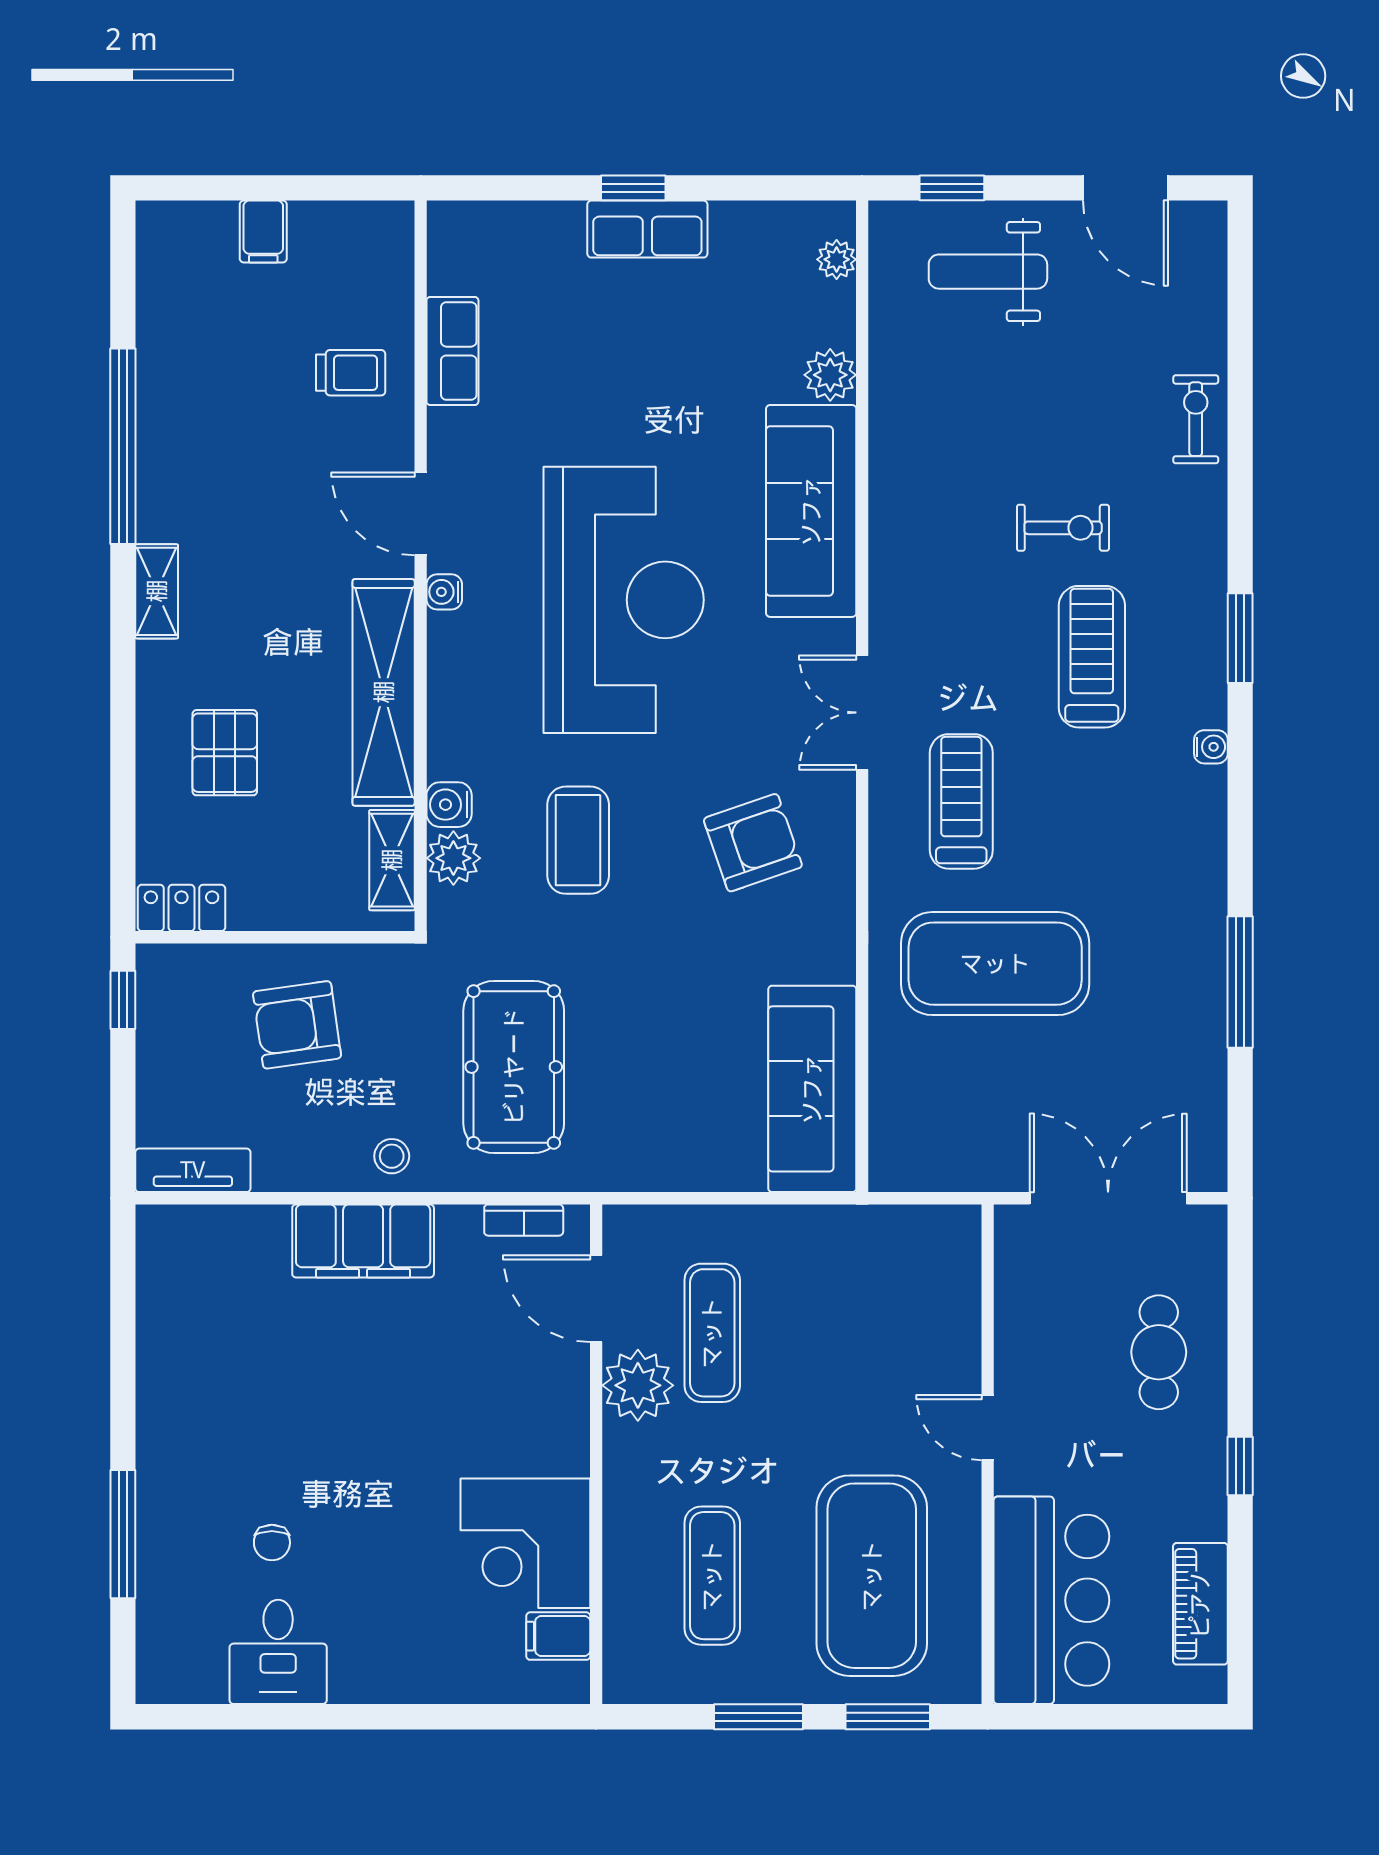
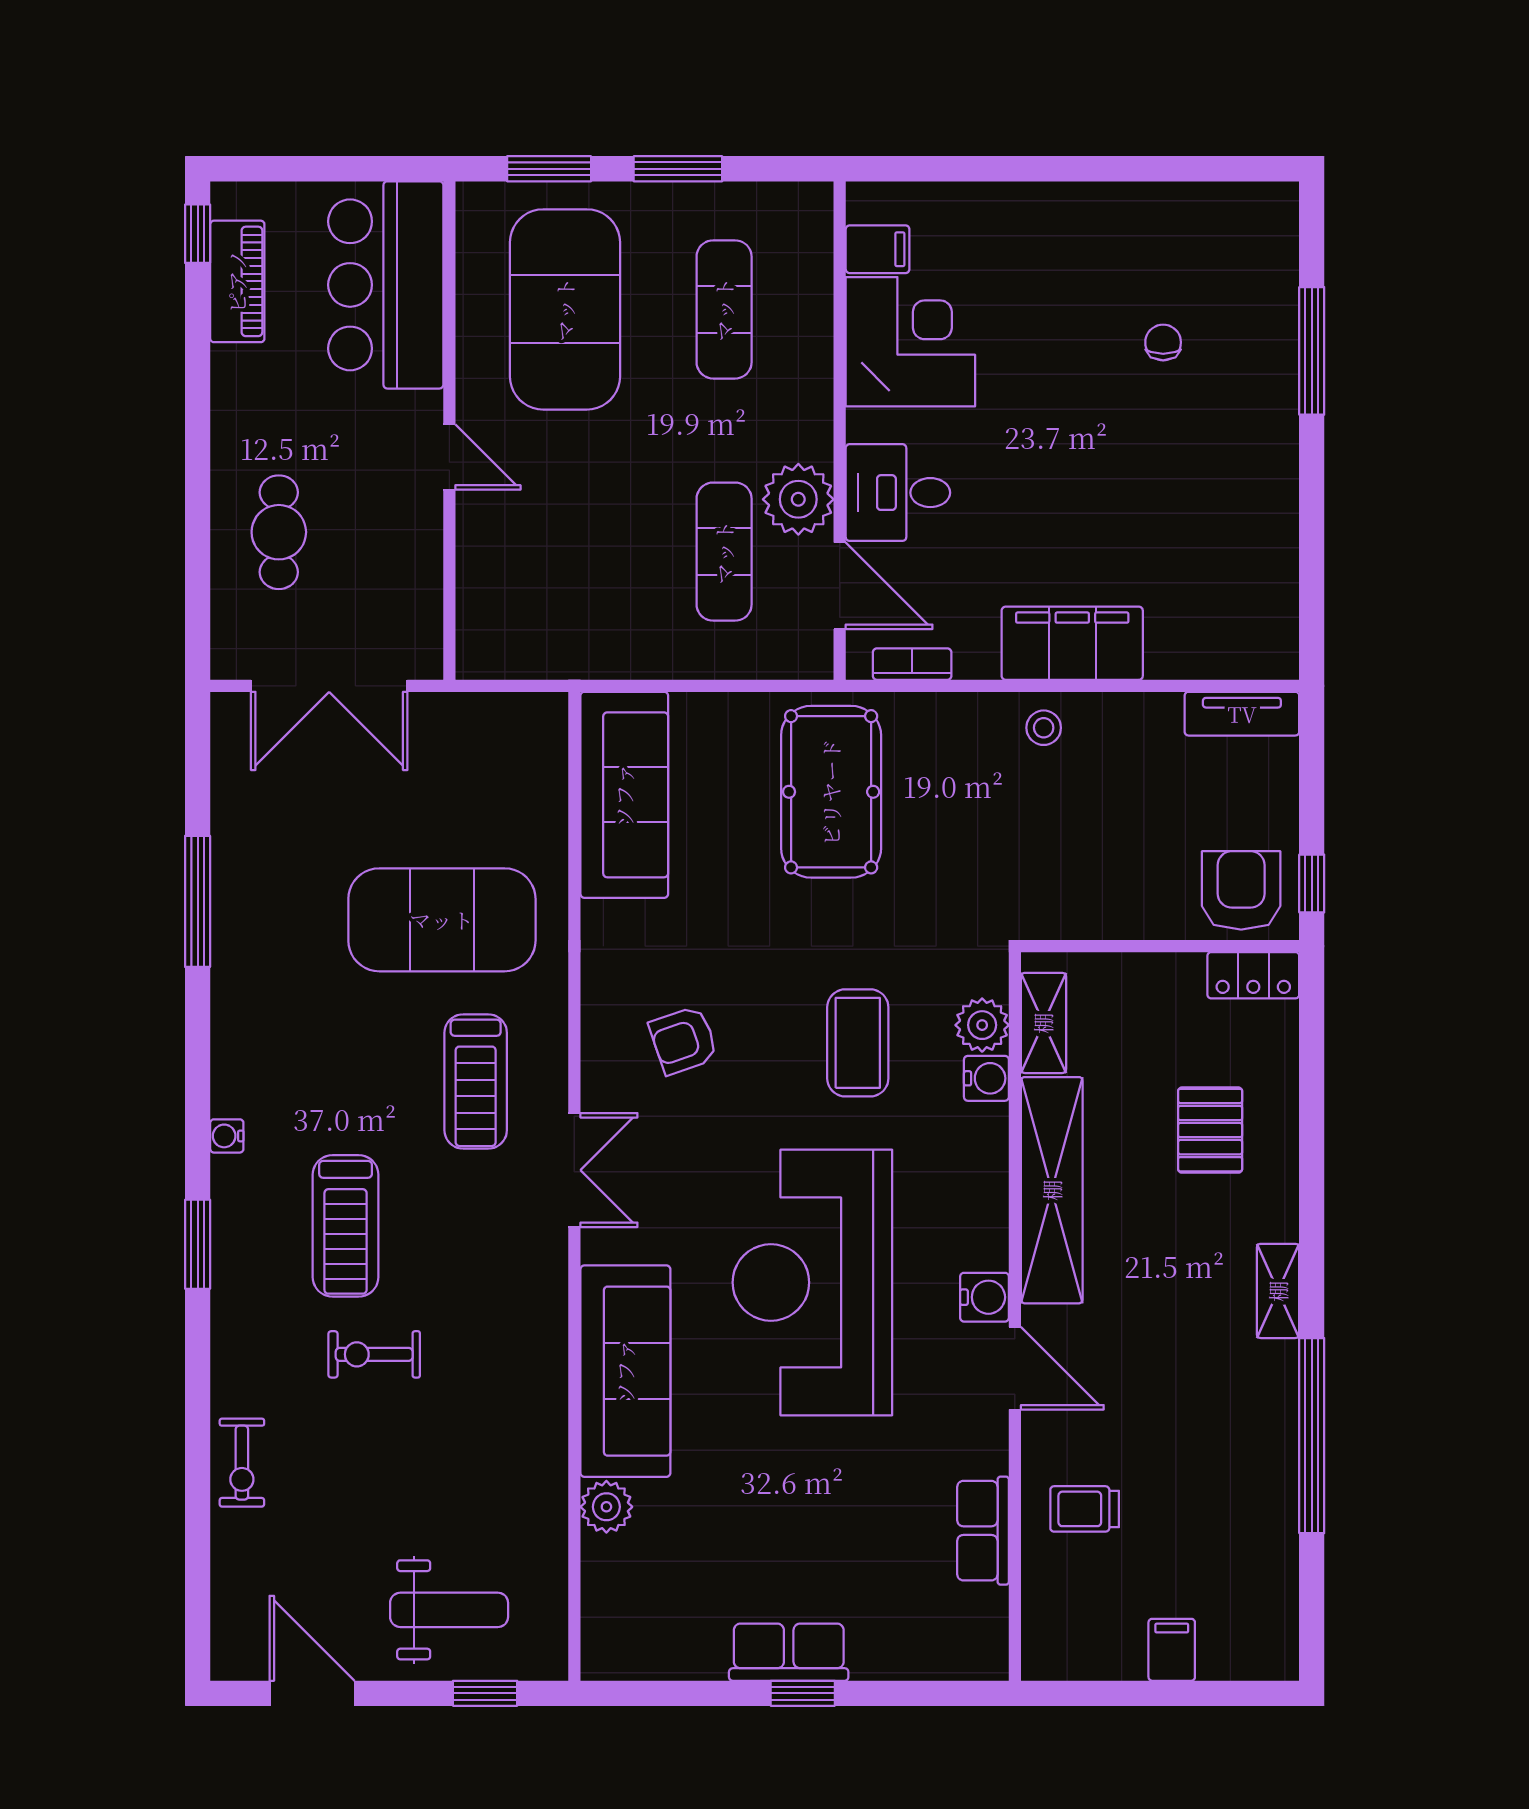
plant: (837, 259) -> (600, 1622), removed
water cooler: (444, 592) -> (984, 1297), width x1.38, depth x1.38
armchair: (753, 843) -> (684, 1040), width x0.72, depth x0.72
armchair: (297, 1025) -> (1241, 890), moved, turned -82
pool table: (514, 1067) -> (831, 792), moved
window: (1240, 1466) -> (198, 234), moved
desk: (278, 1652) -> (898, 493), moved, turned -90

